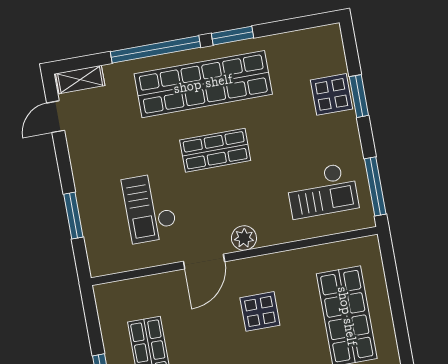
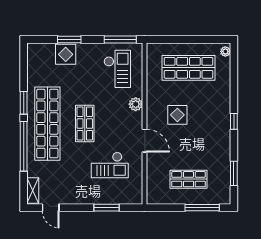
plant: (244, 238) -> (136, 104), moved

